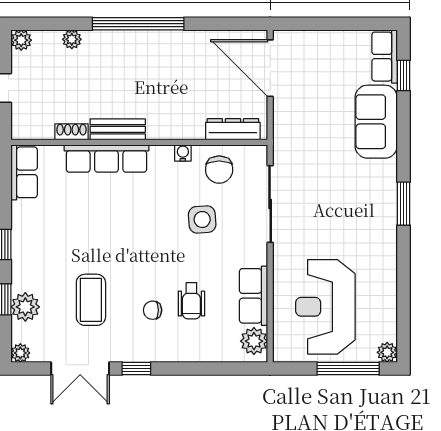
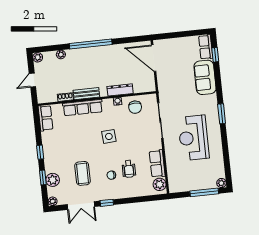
dresser: (233, 129) -> (120, 90), moved
side table: (202, 219) -> (109, 136), moved
reception desk: (325, 307) -> (193, 138), moved

